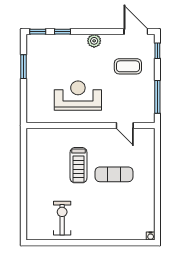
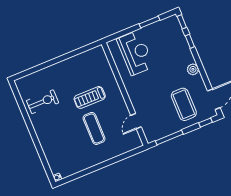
coffee table: (128, 66) -> (184, 104), width x1.36, depth x1.32
reception desk: (78, 96) -> (135, 53), moved

